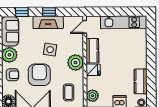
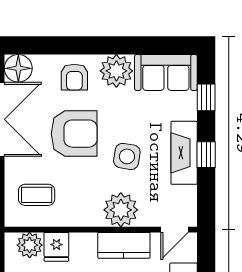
door: (85, 27) -> (174, 230), swing flipped
plant: (76, 63) -> (121, 210), moved
fridge: (93, 70) -> (56, 247), moved

